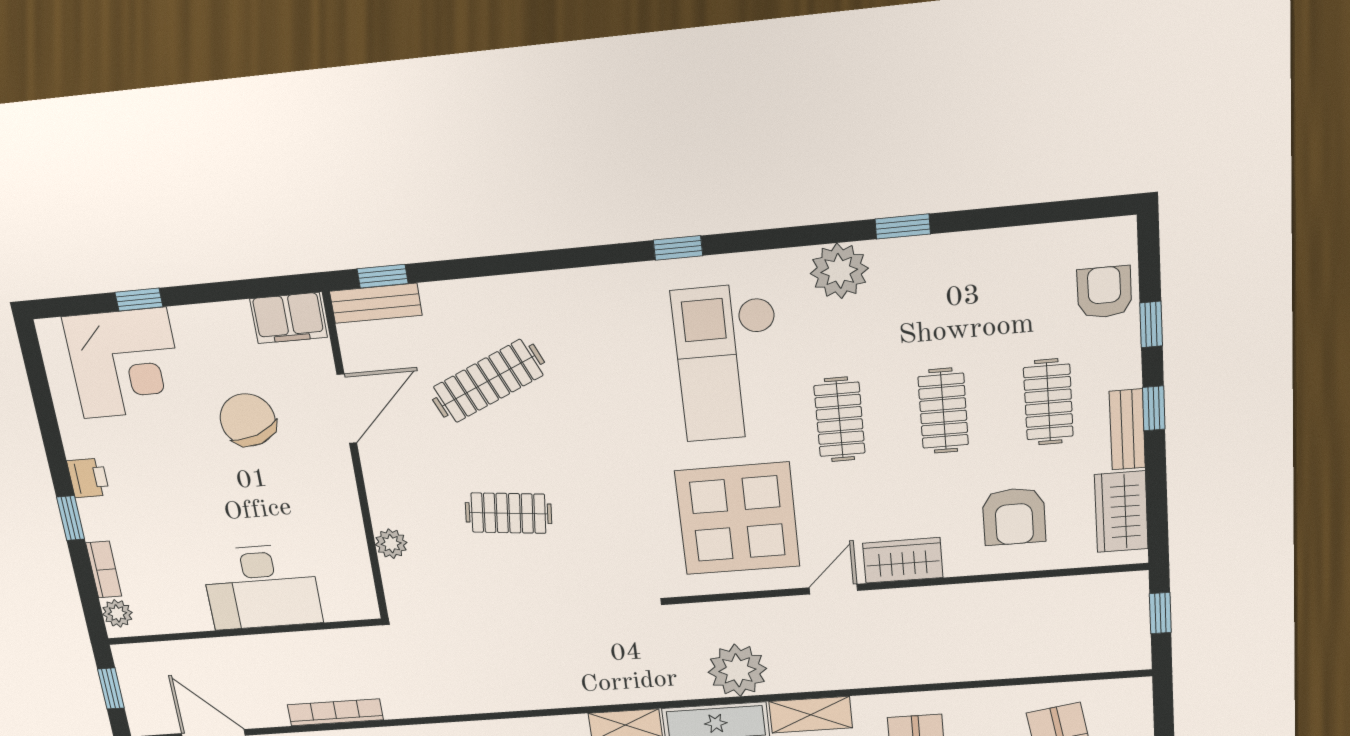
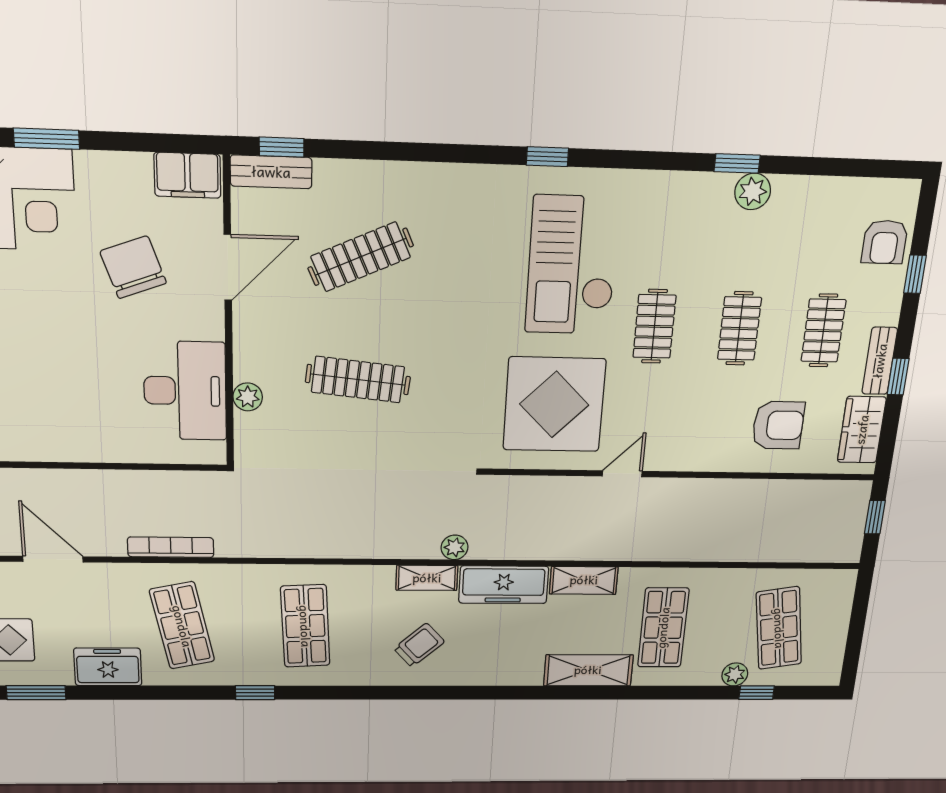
plant: (839, 271) -> (753, 191), moved, width x0.73, depth x0.73
armchair: (1104, 292) -> (885, 242), turned 180
window: (139, 299) -> (47, 139), width x1.50
window: (1154, 408) -> (898, 377), moved
clothes rail: (508, 513) -> (358, 380), width x1.36
armchair: (1014, 516) -> (778, 425), turned -90
wardrobe: (903, 560) -> (683, 454), removed
desk: (261, 587) -> (185, 391), moved, turned -90
plant: (737, 670) -> (454, 547), moved, width x0.53, depth x0.53

